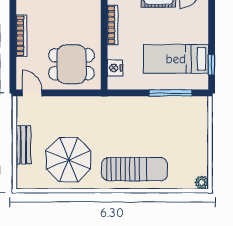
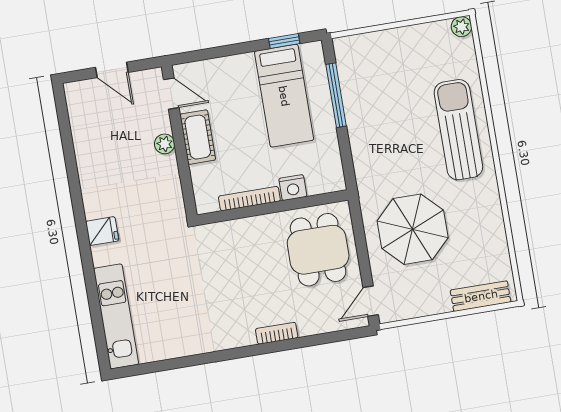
bookcase: (21, 36) -> (277, 333), width x0.64
nightstand: (115, 68) -> (293, 188), moved
bench: (23, 145) -> (481, 296), moved
parasol: (69, 160) -> (413, 229), moved

